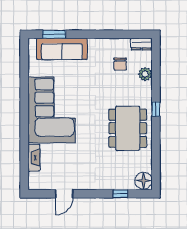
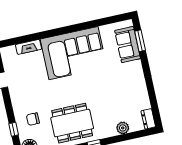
sofa: (62, 49) -> (128, 45), width x0.73
chair: (120, 64) -> (33, 119), moved

